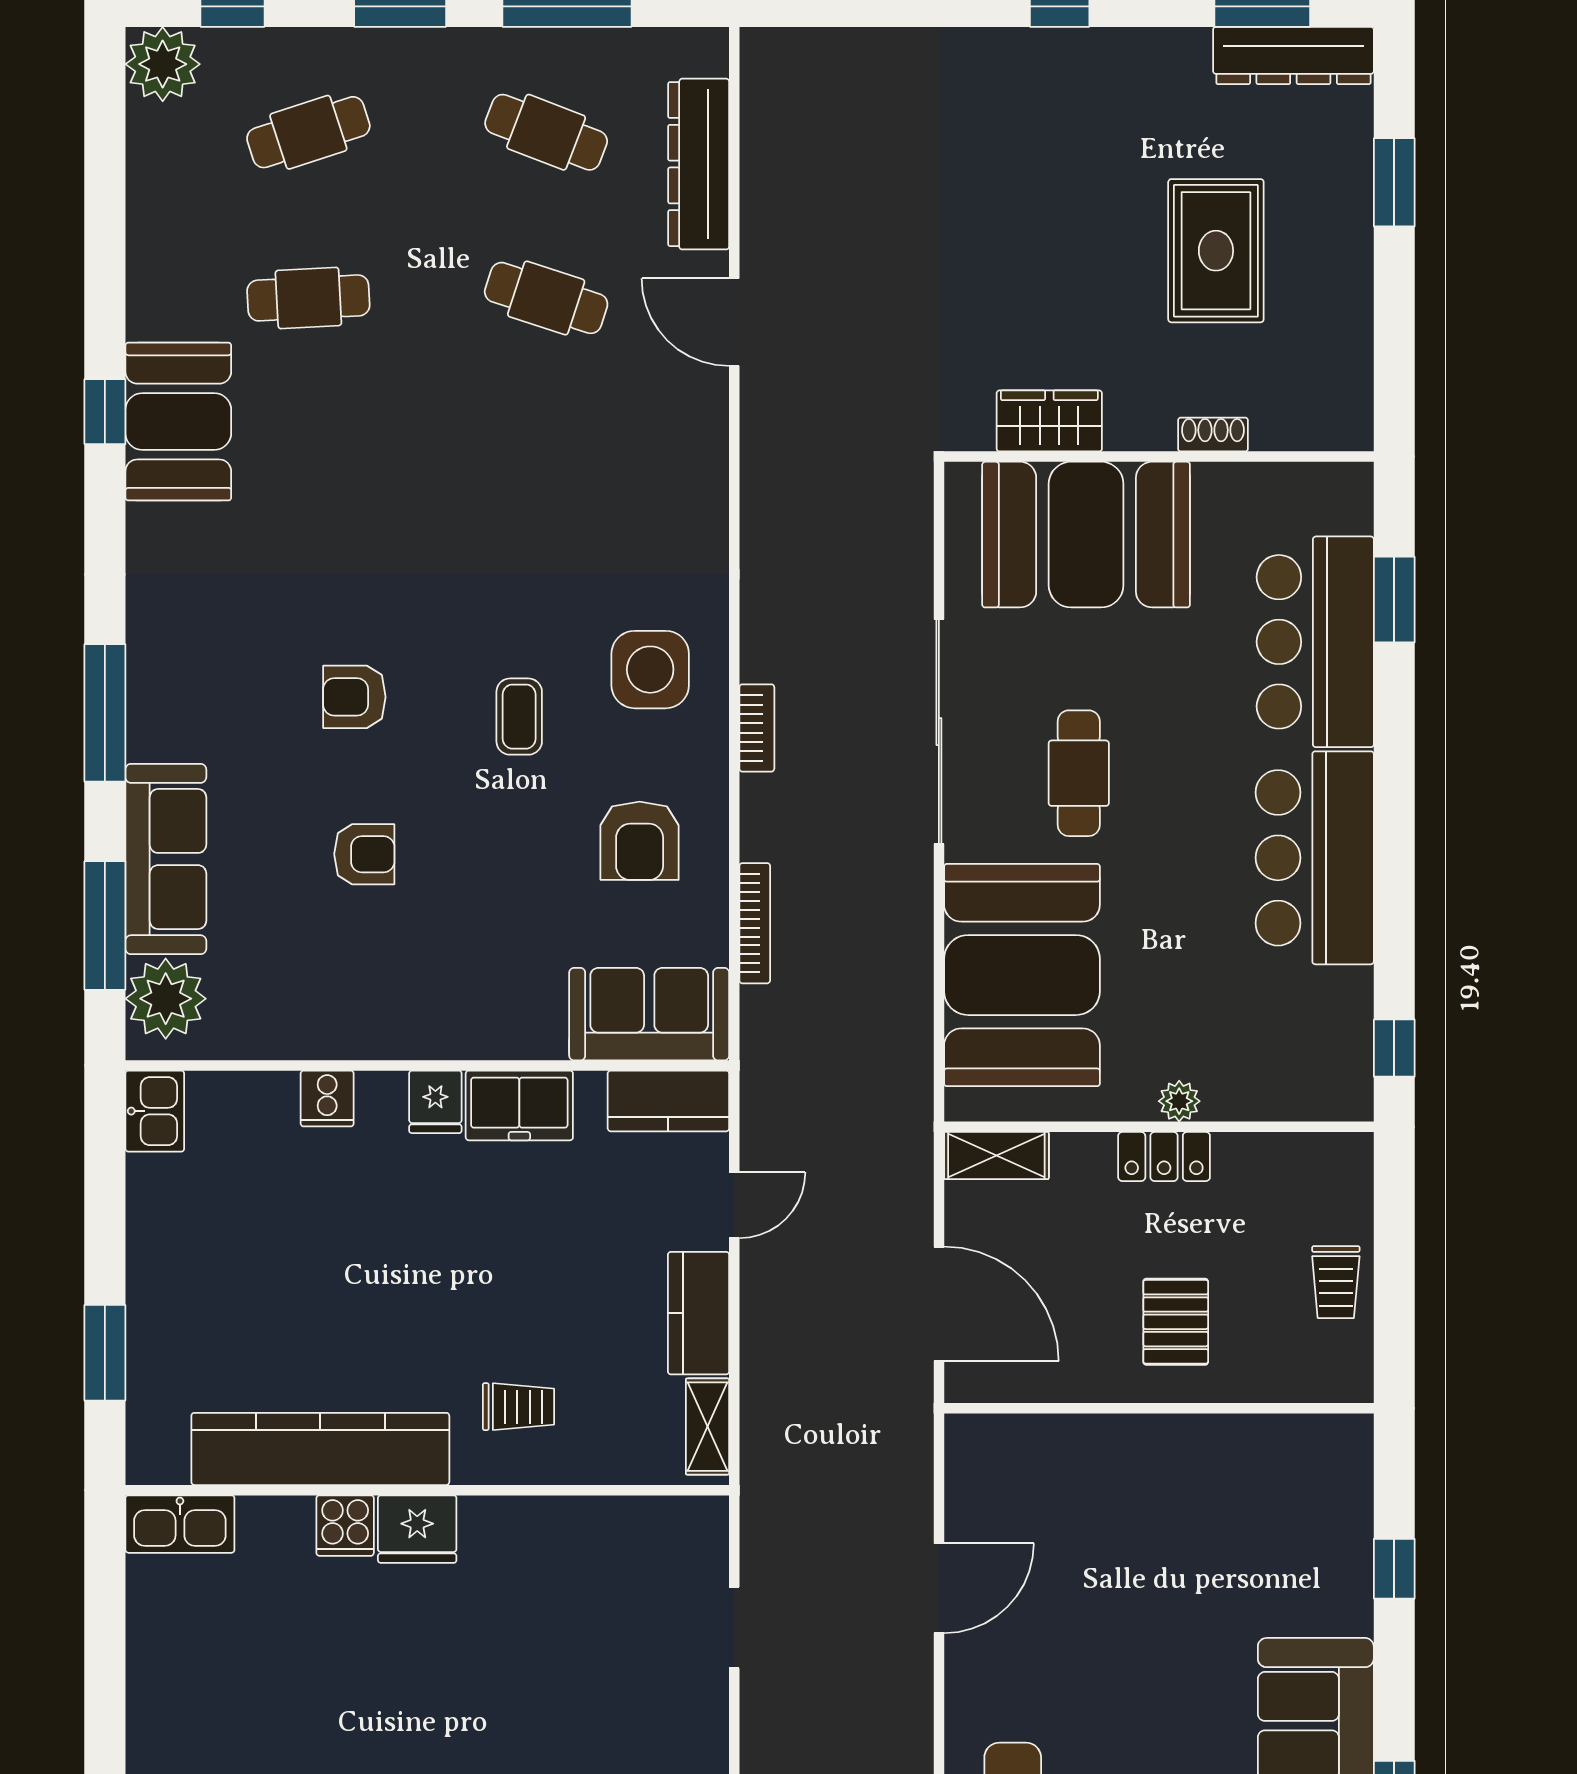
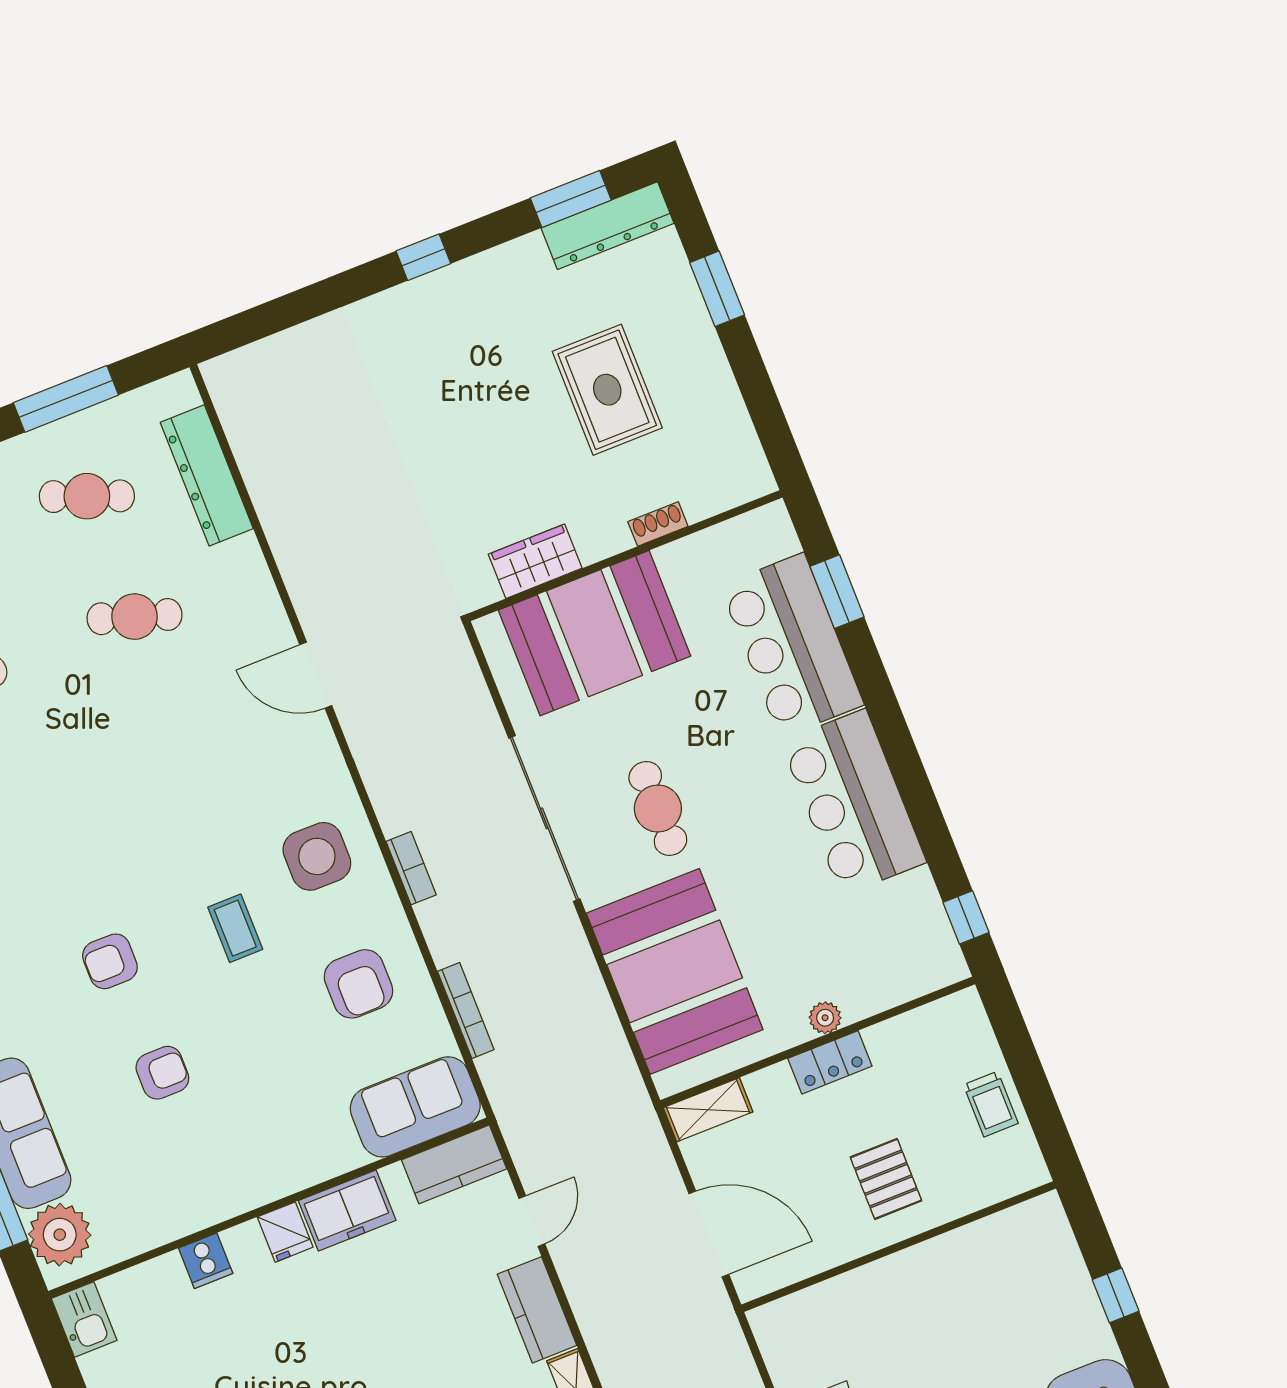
door: (734, 322) -> (316, 675), moved

